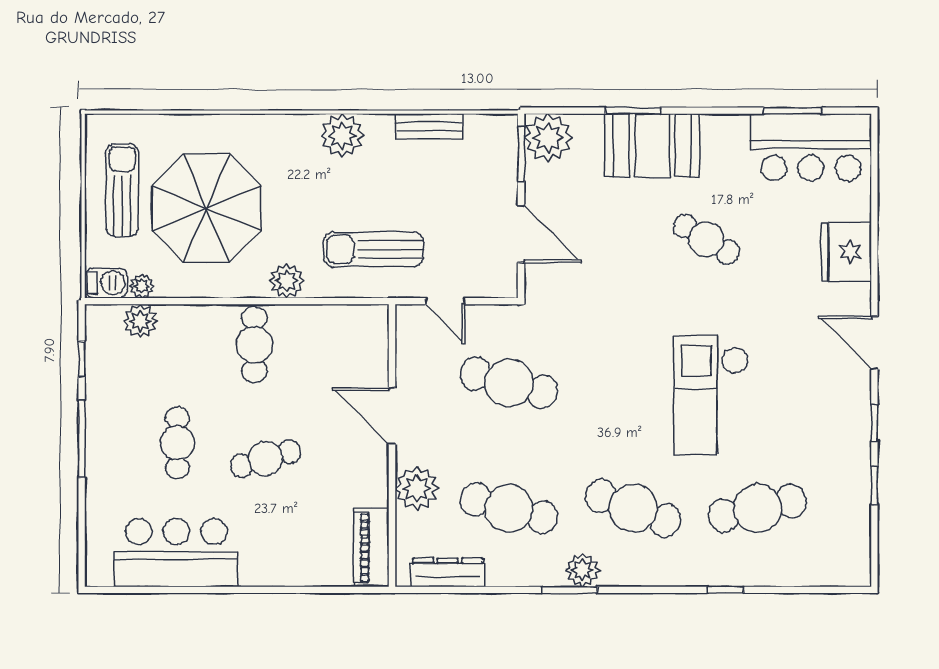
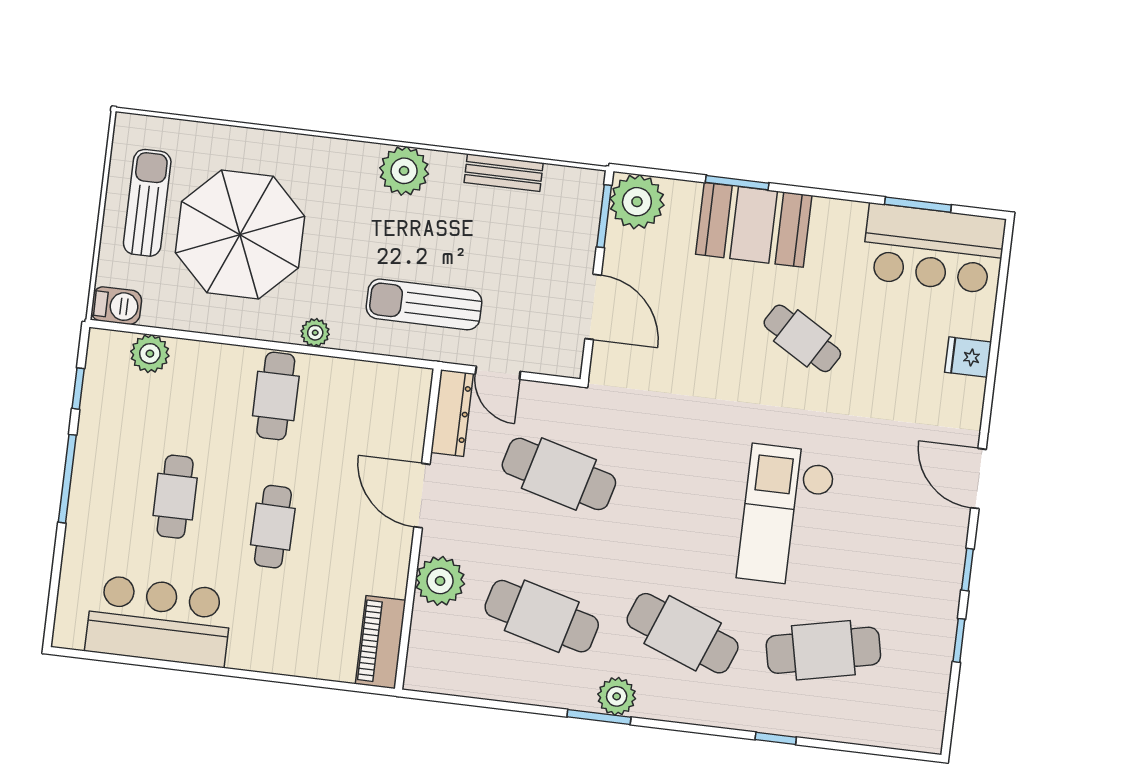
fridge: (846, 252) -> (968, 357), width x0.53, depth x0.75
plant: (287, 281) -> (315, 333), width x0.73, depth x0.73
plant: (142, 286) -> (156, 314), removed
cafe table: (266, 459) -> (273, 527), turned -73
dresser: (448, 572) -> (452, 413), moved, turned 90

